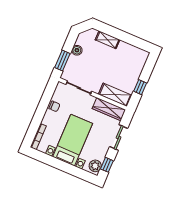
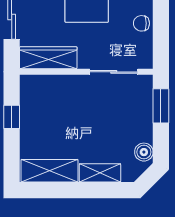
boiler: (77, 50) -> (144, 152), moved
shelving: (115, 95) -> (49, 171), moved

